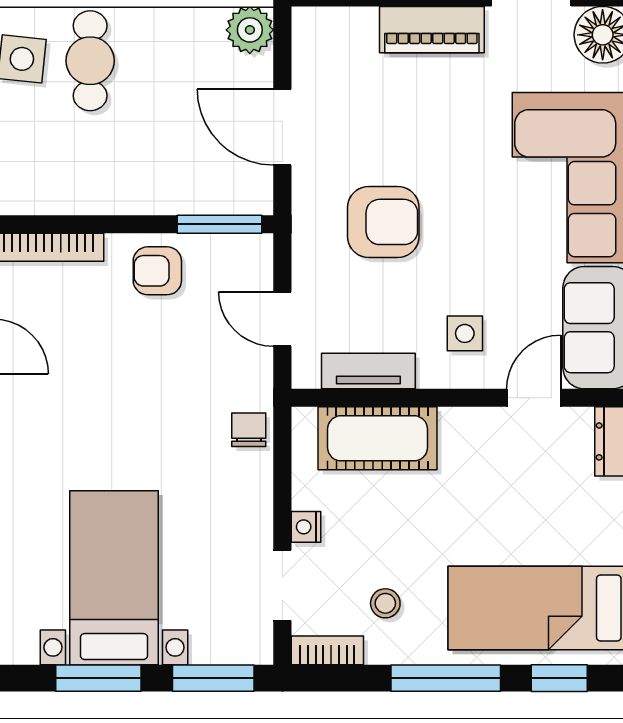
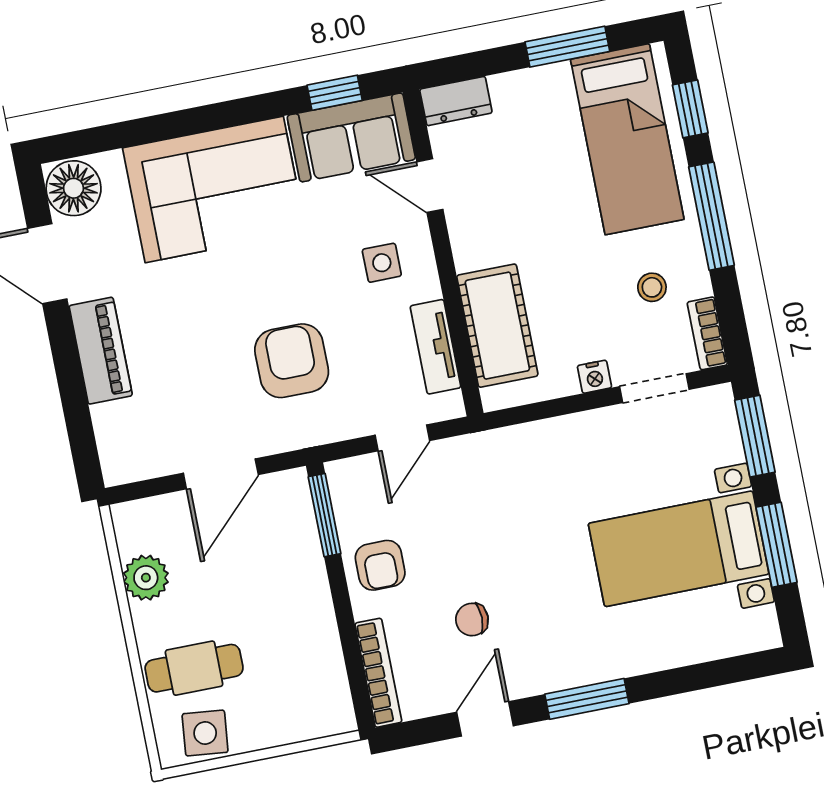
plant: (250, 30) -> (146, 578), moved
chair: (249, 430) -> (472, 620), moved

